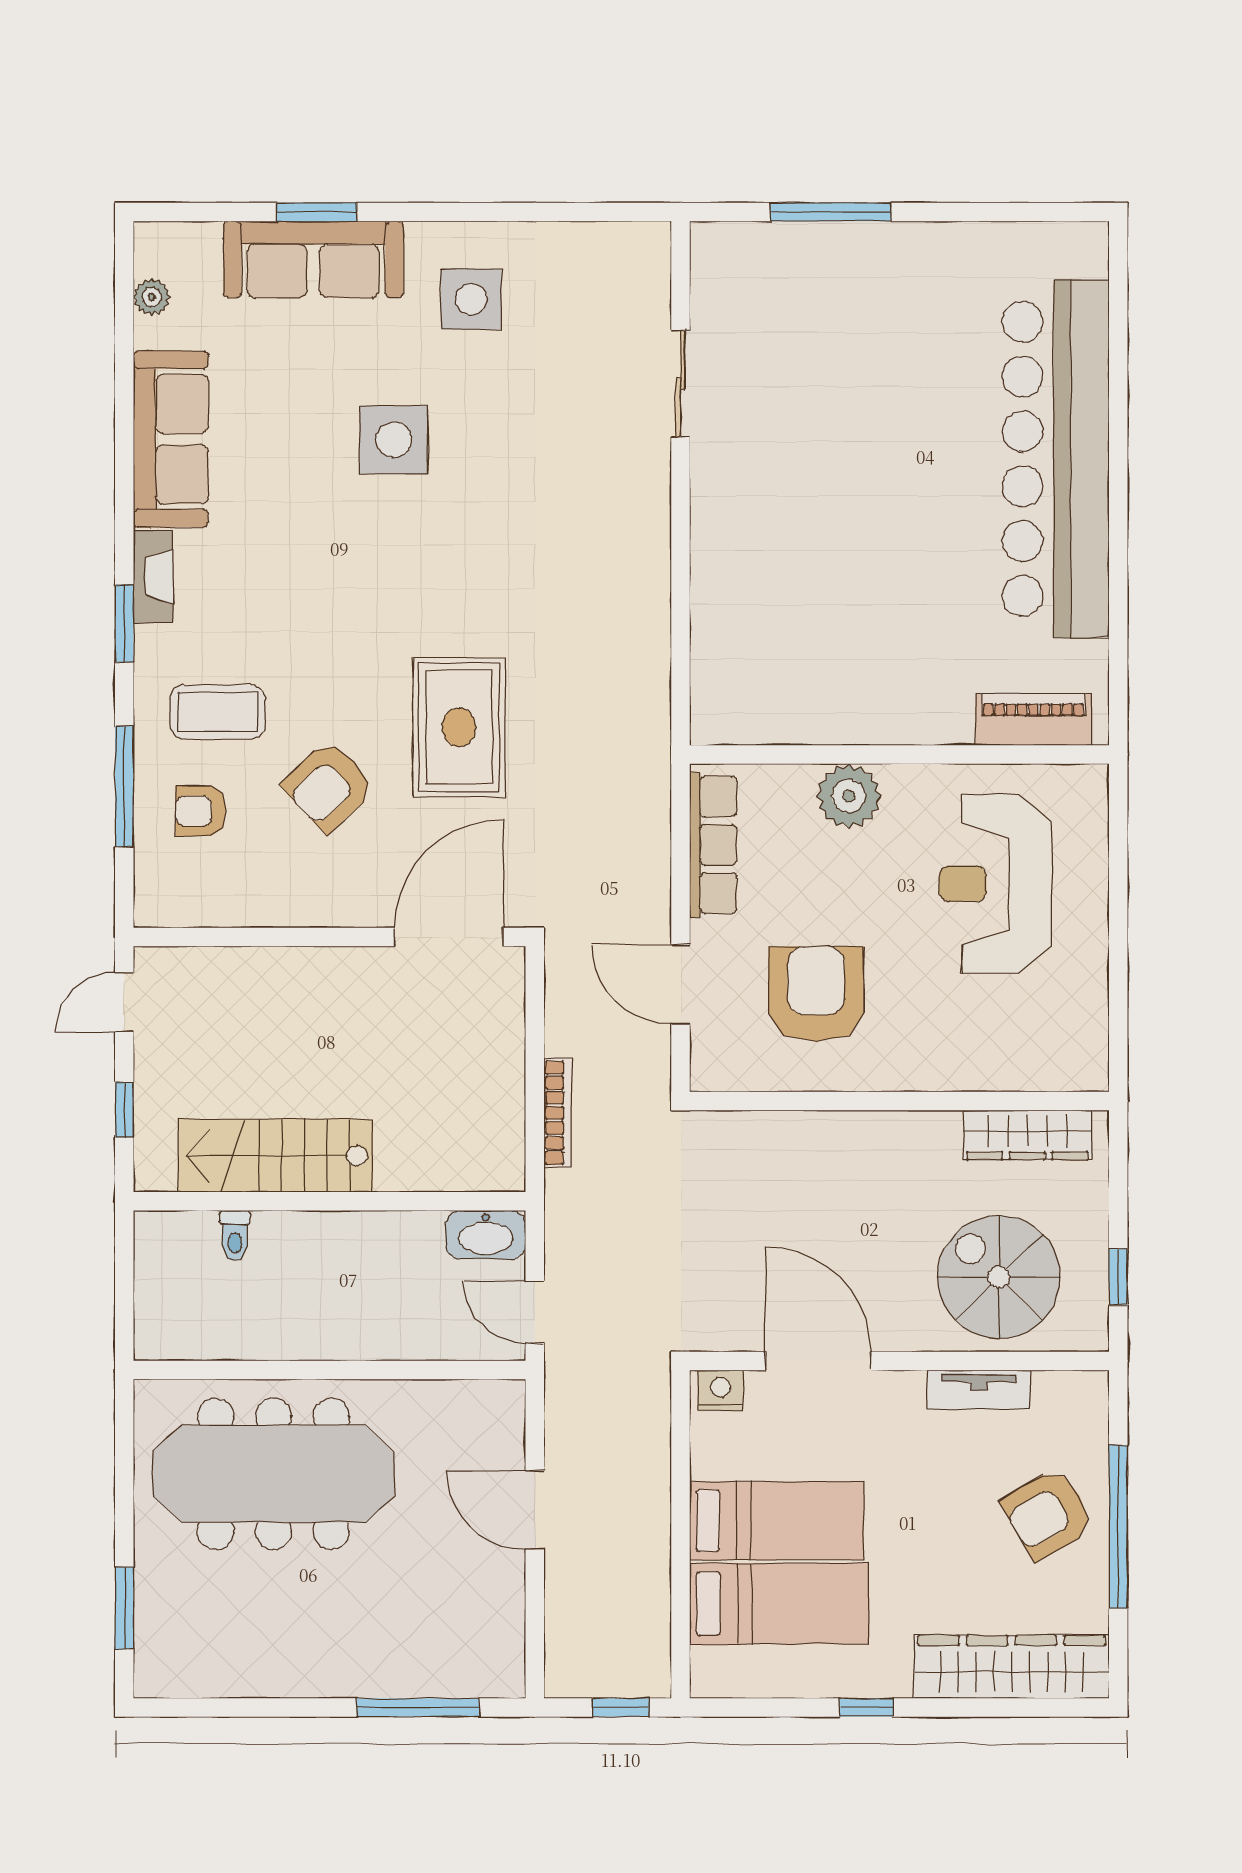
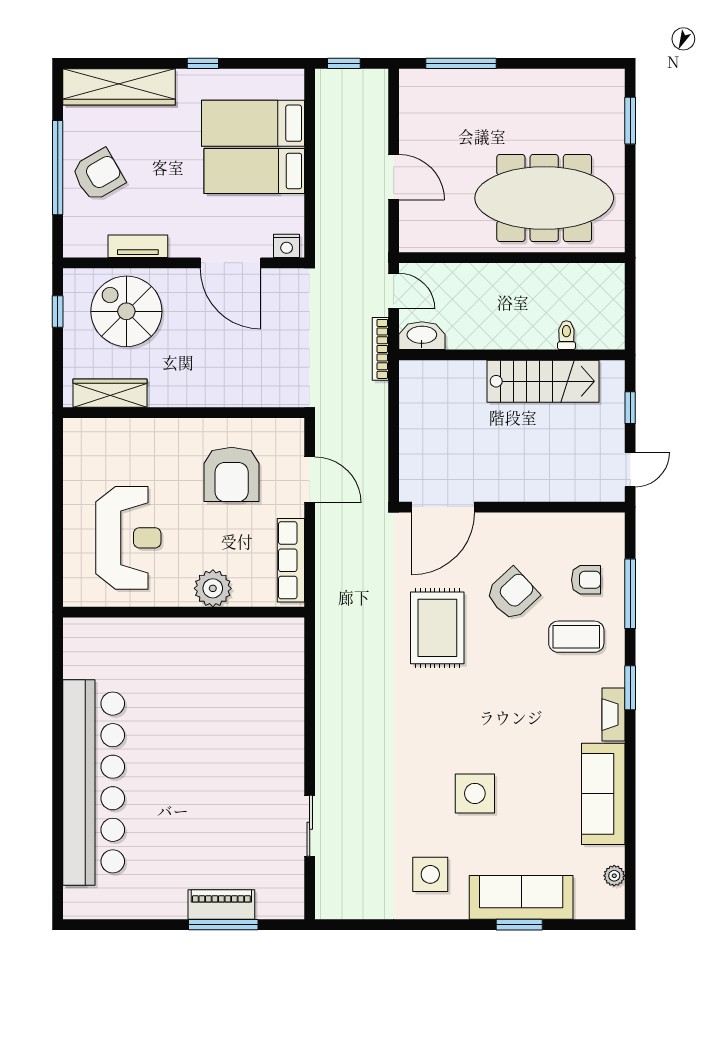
piano: (1034, 720) -> (221, 905), moved, turned 180
bookcase: (558, 1113) -> (380, 349), moved
spiral stairs: (999, 1277) -> (126, 311), turned 180

